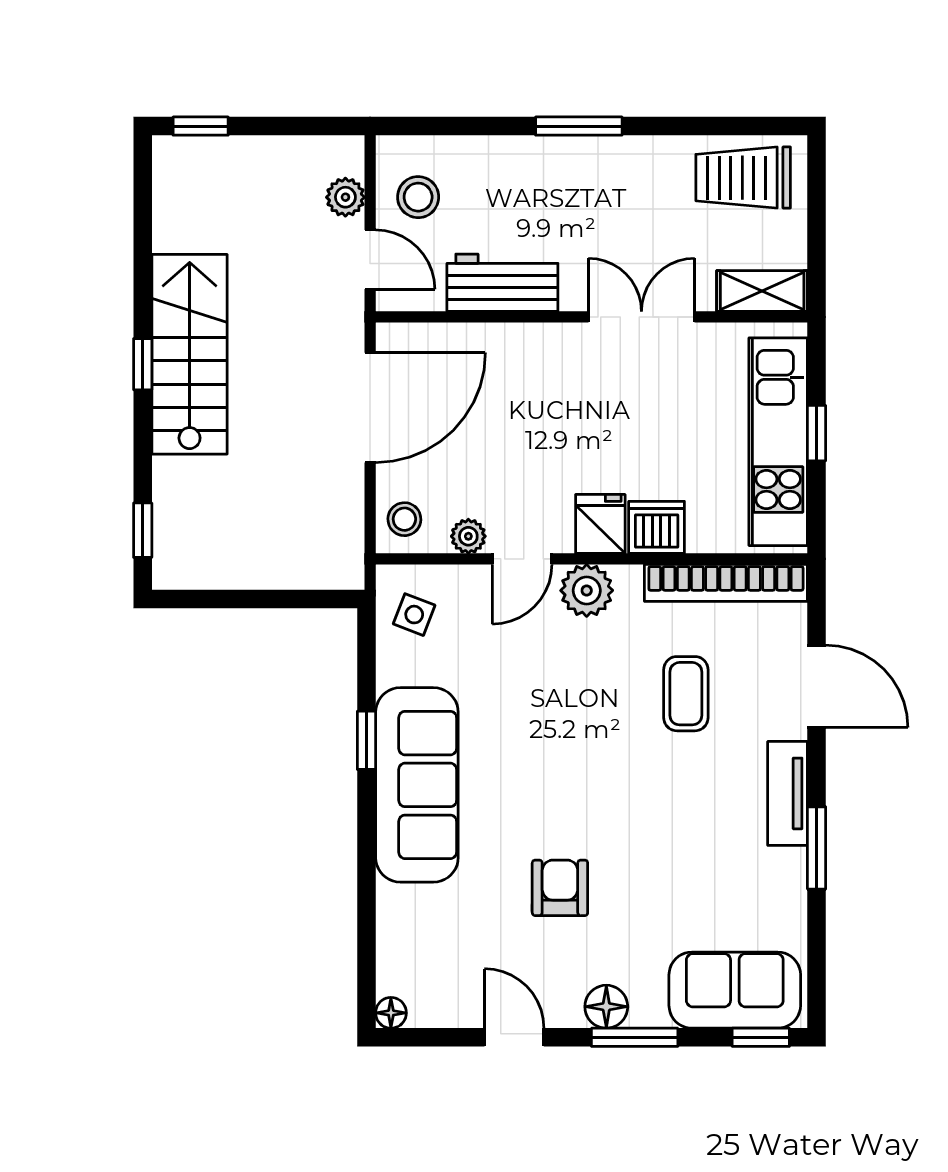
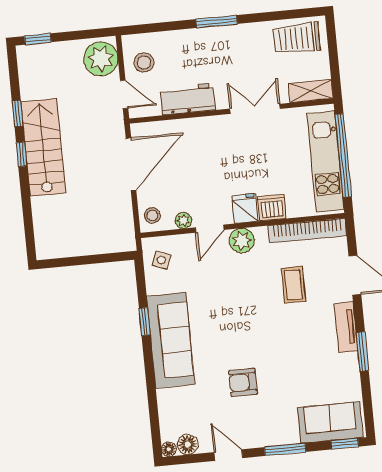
plant: (345, 197) -> (101, 59), width x1.87, depth x1.87
window: (817, 433) -> (343, 156), width x3.17
window: (143, 530) -> (18, 113), moved
armchair: (560, 888) -> (243, 382), turned -90
floor lamp: (606, 1007) -> (188, 444), moved

